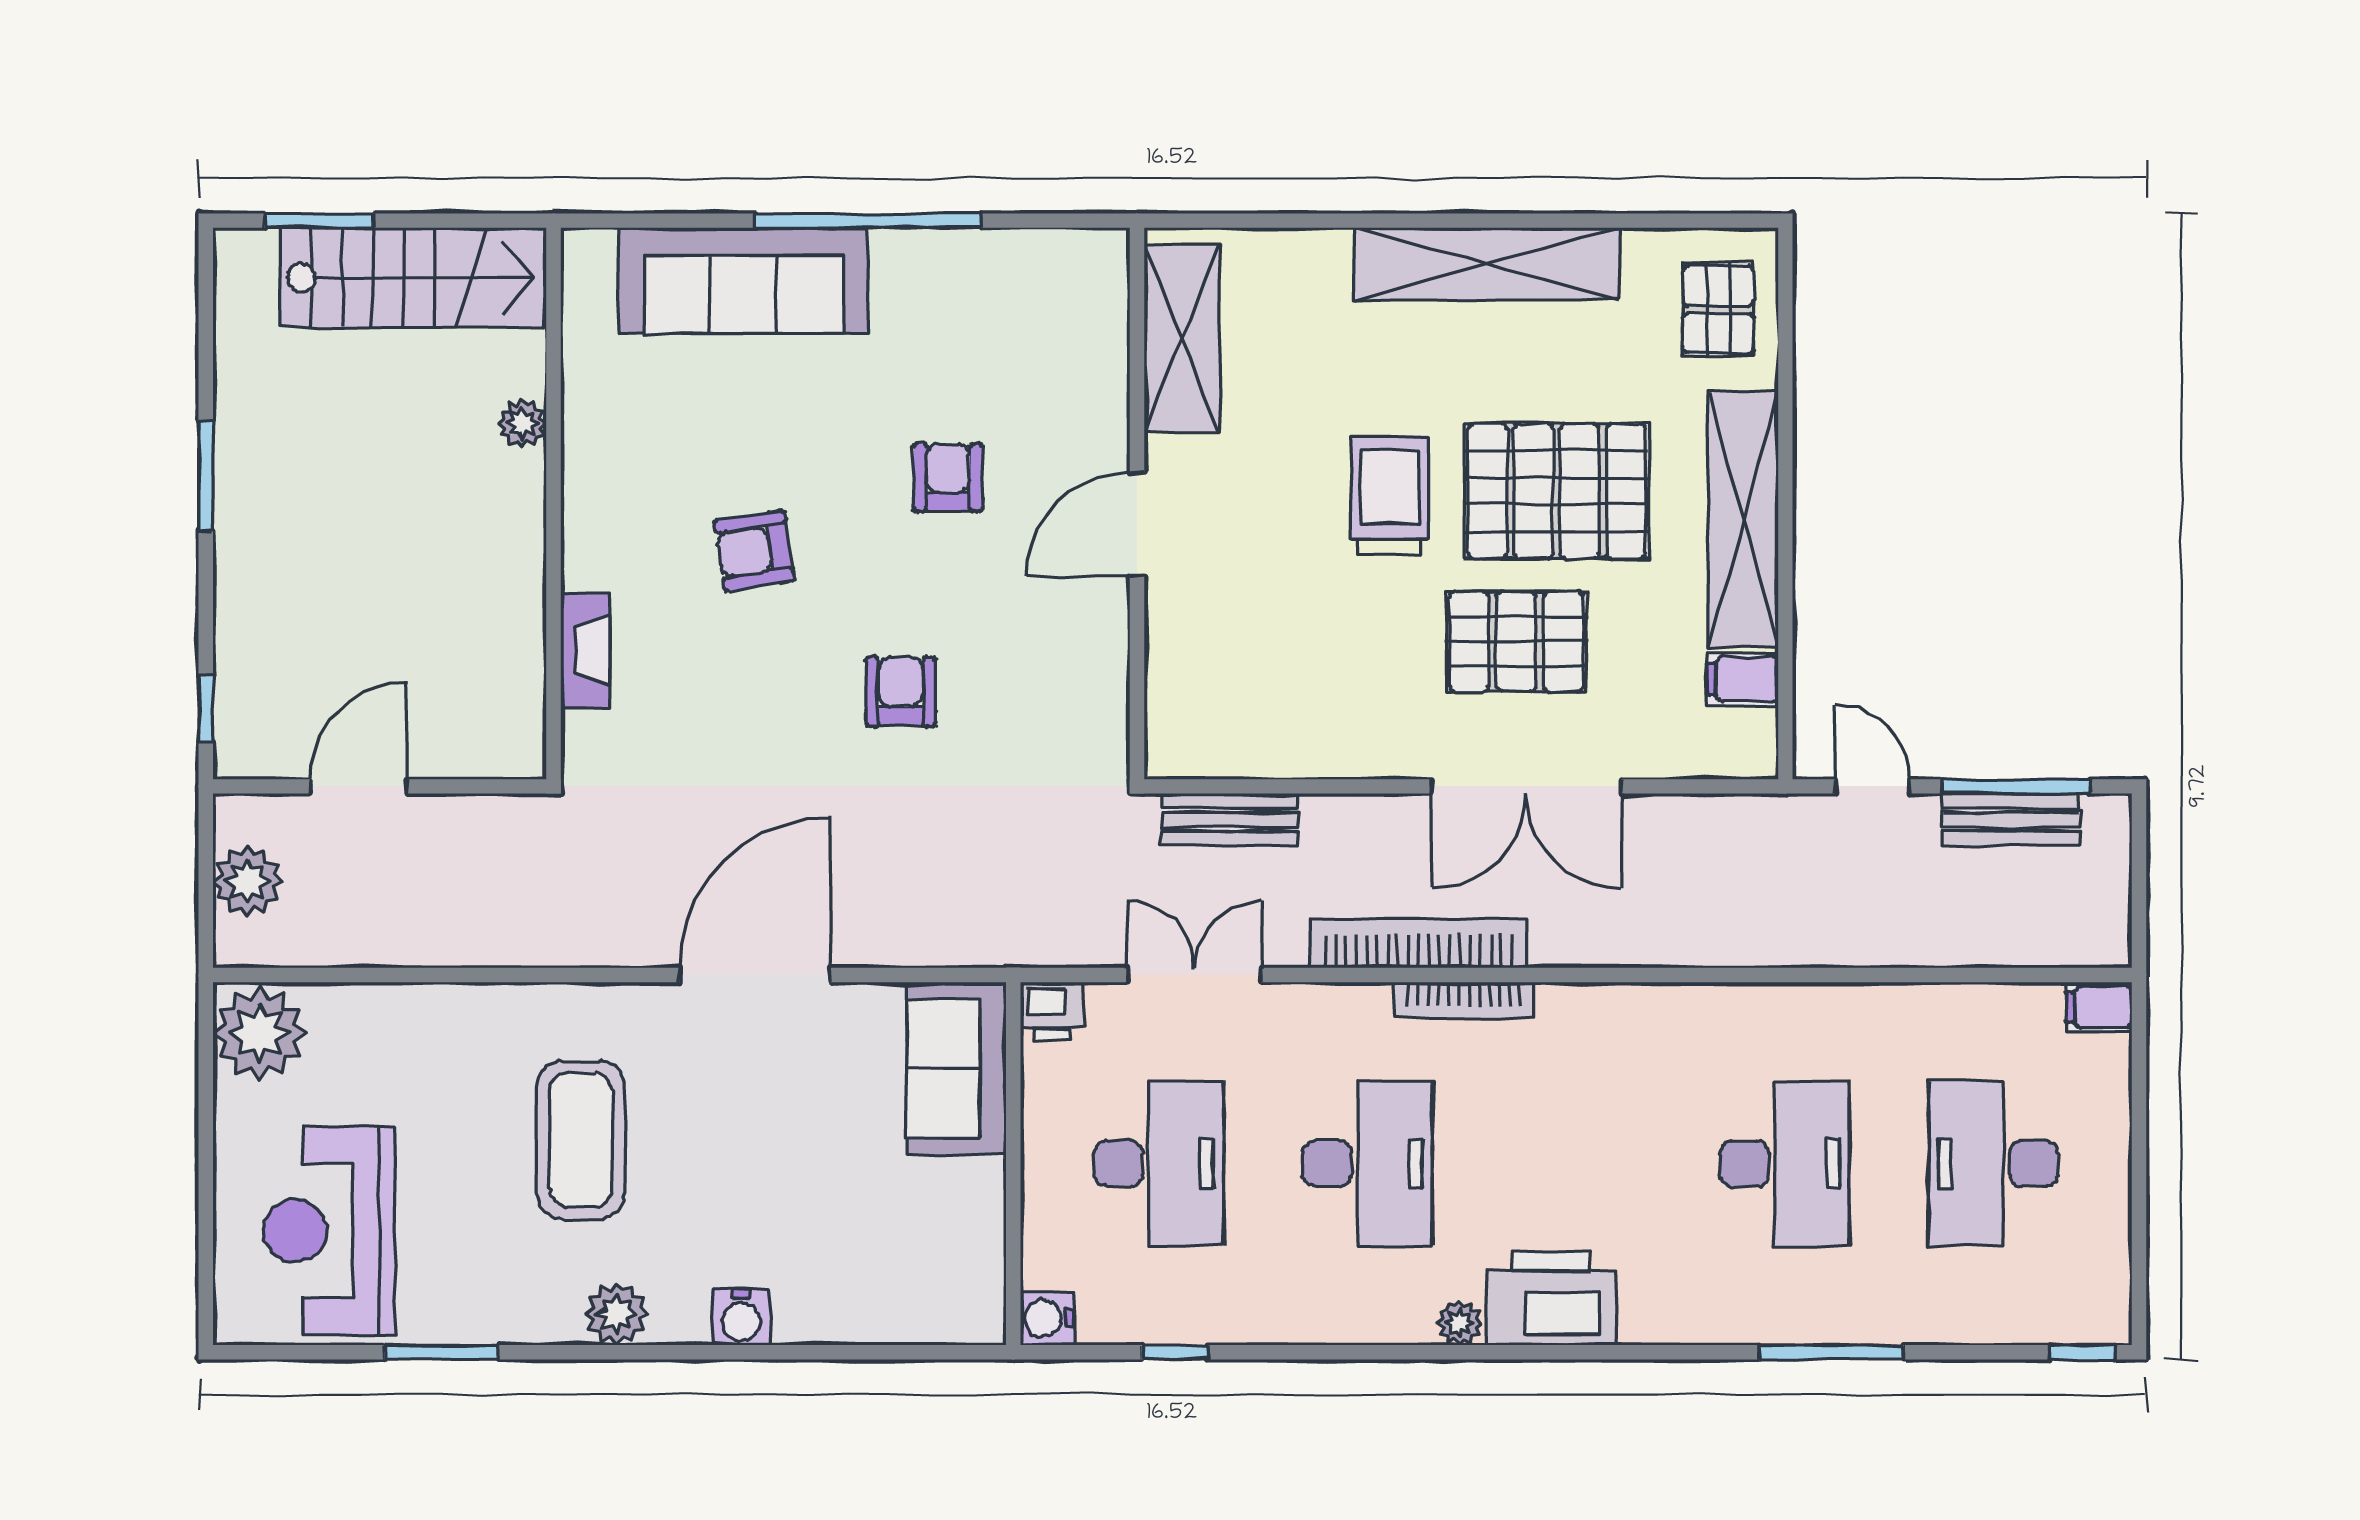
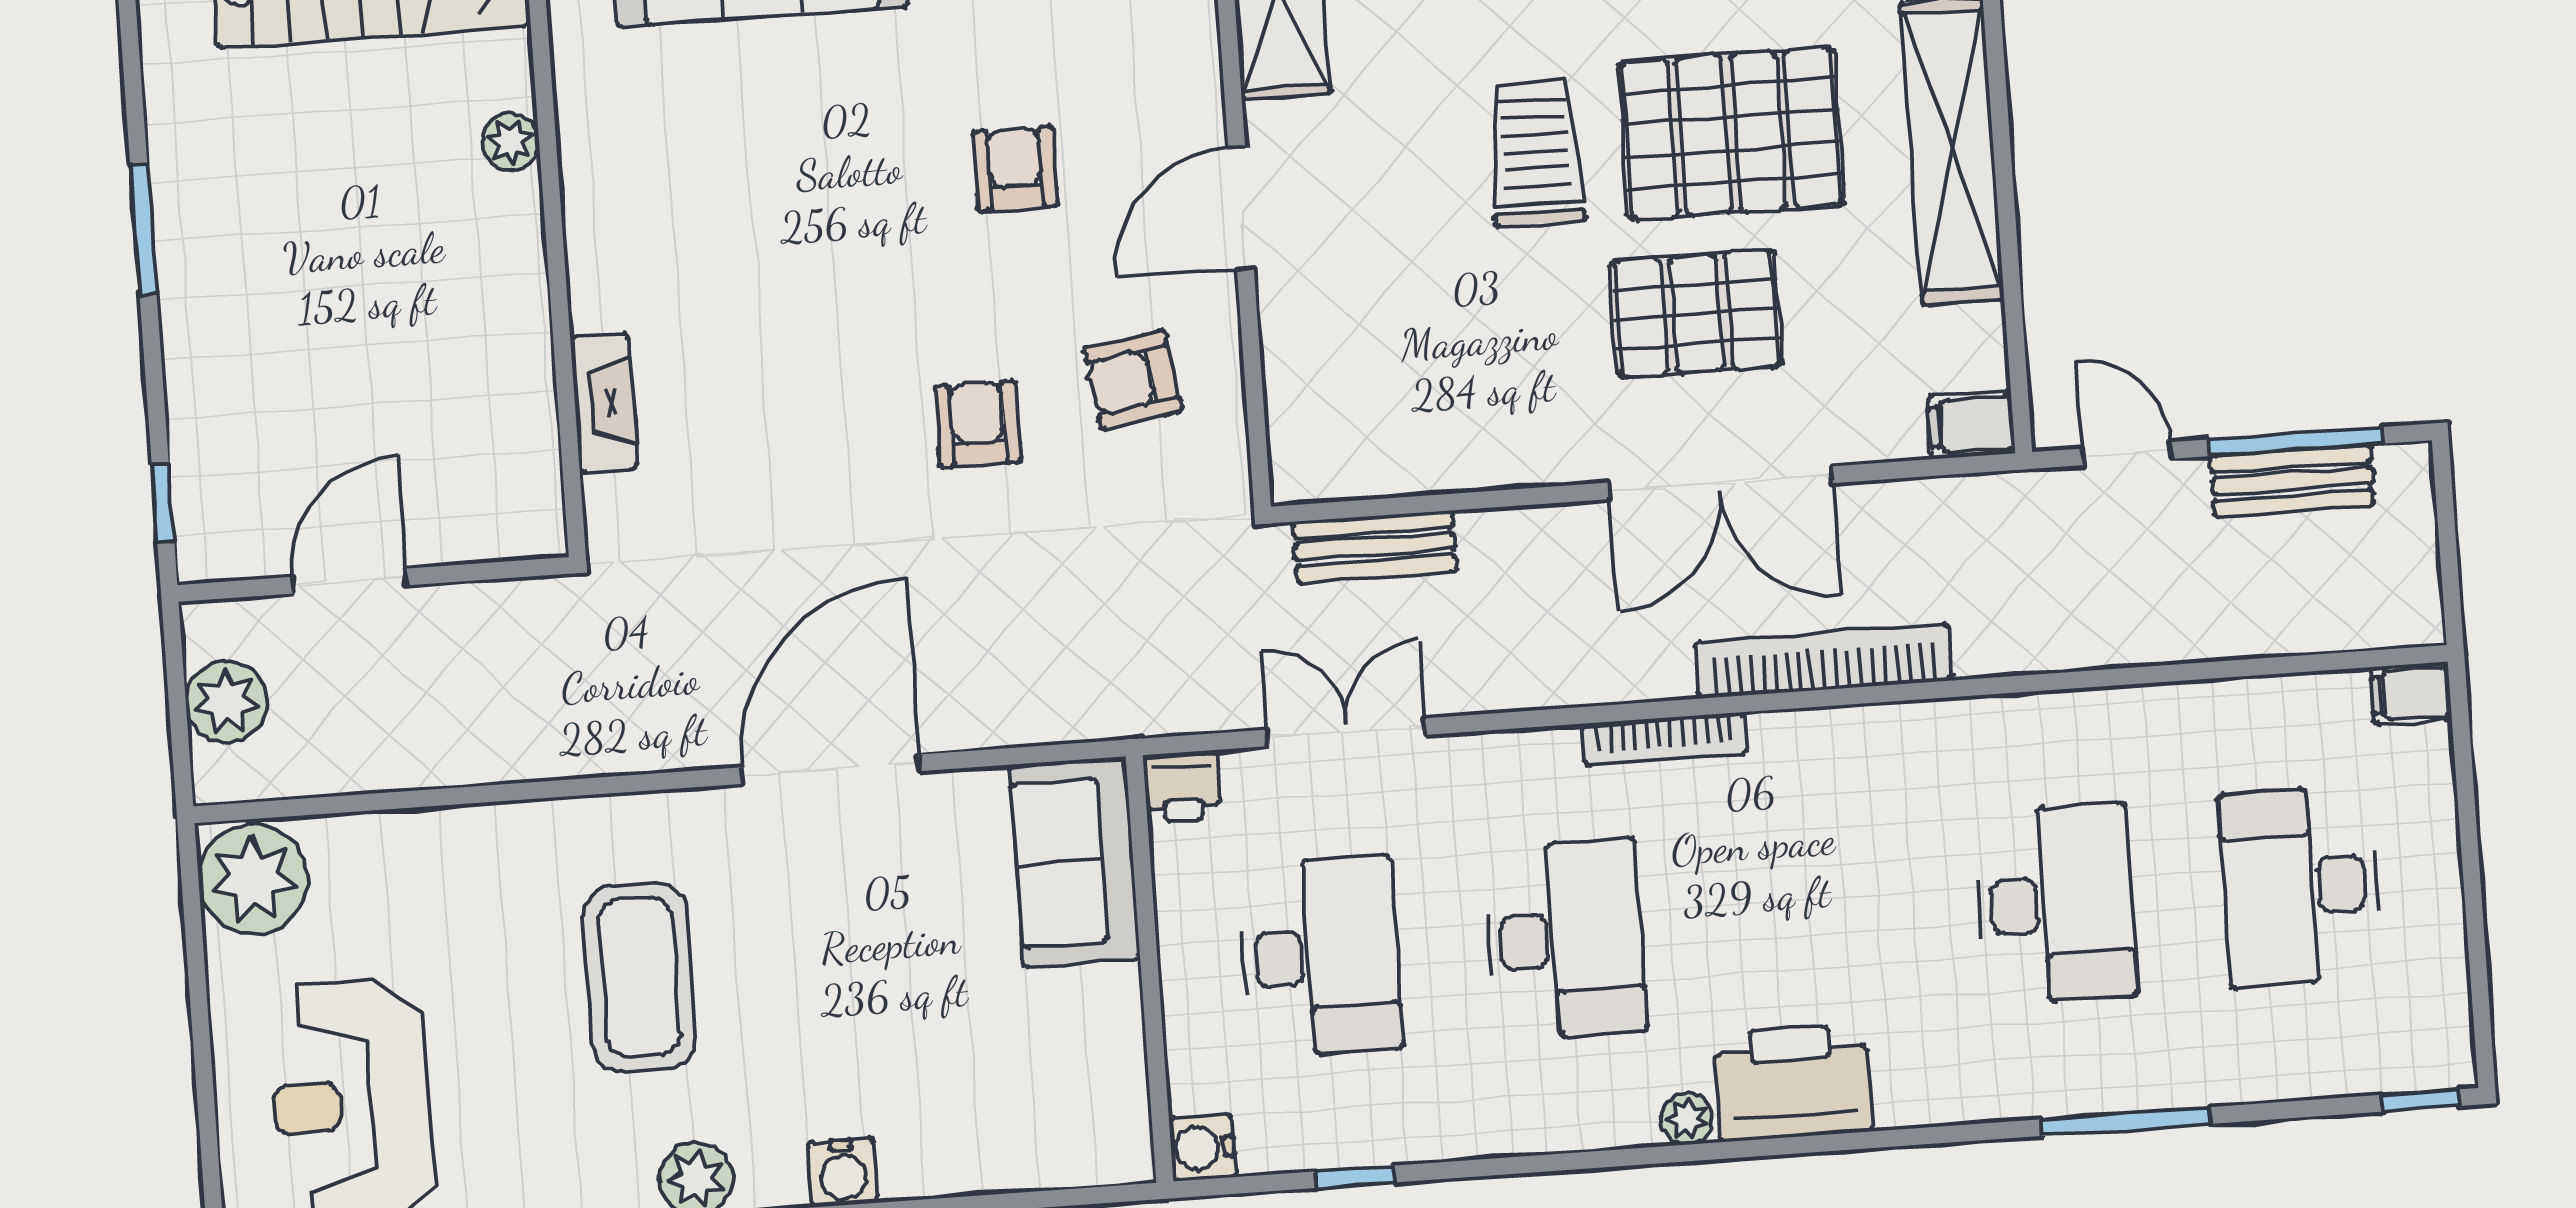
armchair: (754, 551) -> (1133, 380), moved
filing cabinet: (1743, 679) -> (1971, 425), moved
bookcase: (1419, 943) -> (1824, 661), moved

